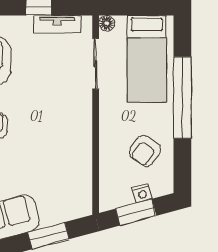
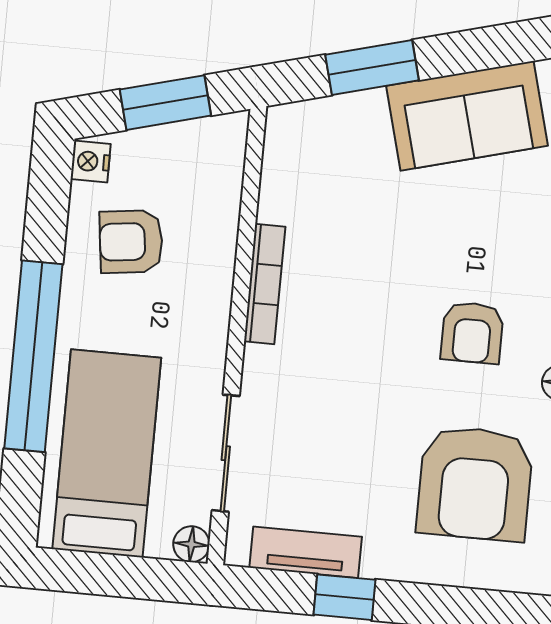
bookcase: (86, 138) -> (265, 284), added
armchair: (145, 151) -> (131, 242), turned -132
nightstand: (142, 193) -> (91, 161), moved, turned -75

